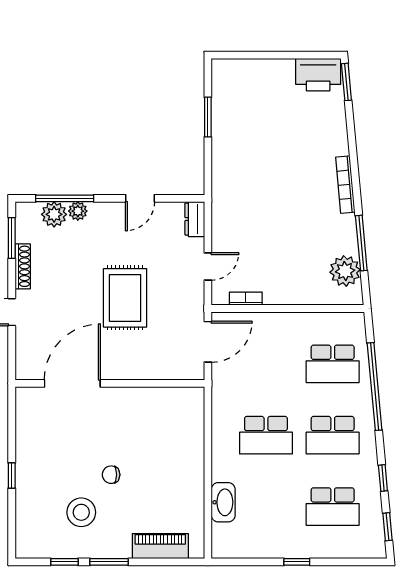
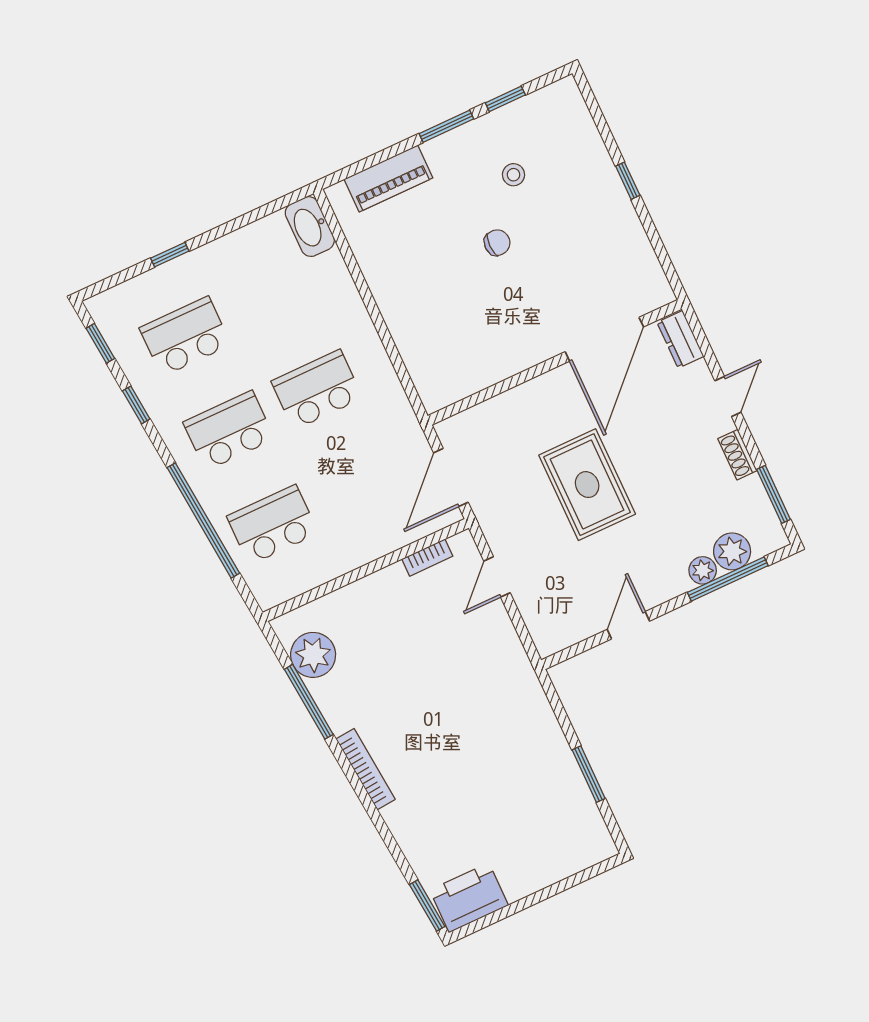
dresser: (195, 219) -> (680, 339), moved, turned 180
shoe rack: (23, 266) -> (737, 455), width x0.70
washbasin: (223, 502) -> (310, 227), moved
stool: (81, 512) -> (514, 175), width x0.53, depth x0.53
window: (297, 562) -> (170, 255), moved

